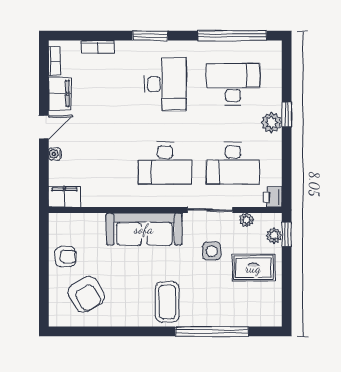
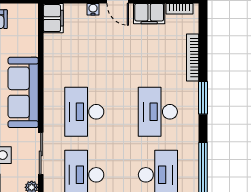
bookcase: (98, 47) -> (193, 58), width x1.56
desk: (165, 84) -> (158, 112), turned 90

